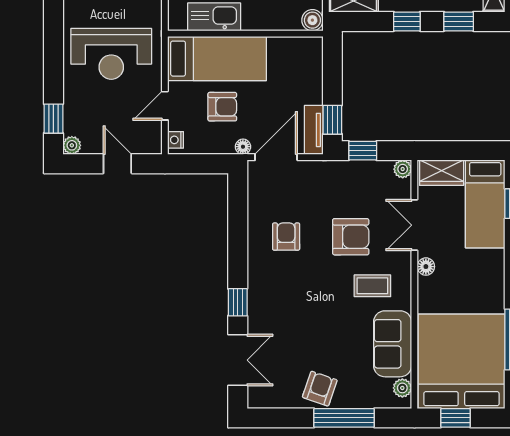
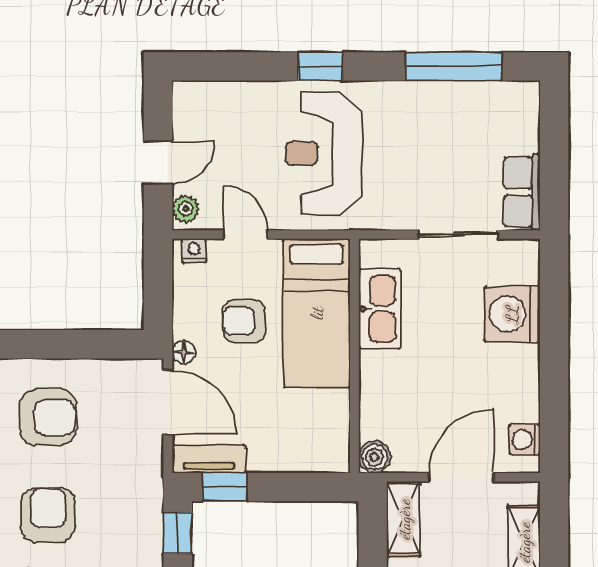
armchair: (222, 107) -> (244, 321), turned 90
window: (53, 119) -> (320, 66), moved
plant: (72, 145) -> (186, 209), moved
armchair: (286, 237) -> (48, 417), width x1.38, depth x1.38
armchair: (351, 237) -> (48, 515), turned 180

